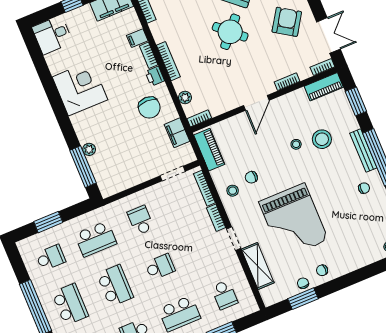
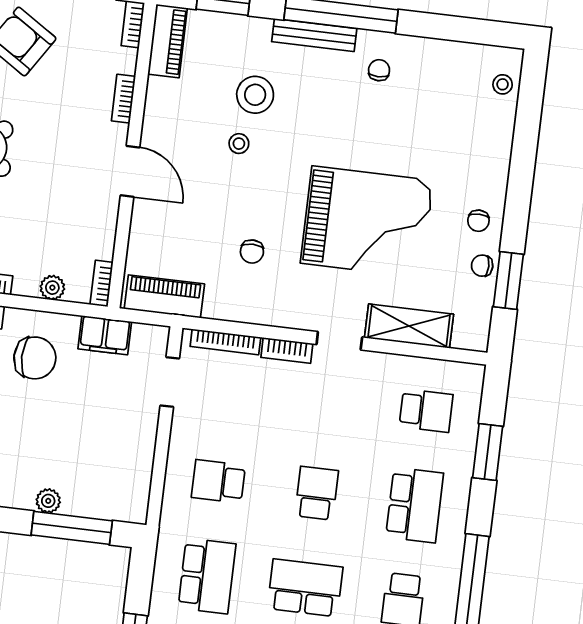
stool: (233, 191) -> (257, 296), removed

